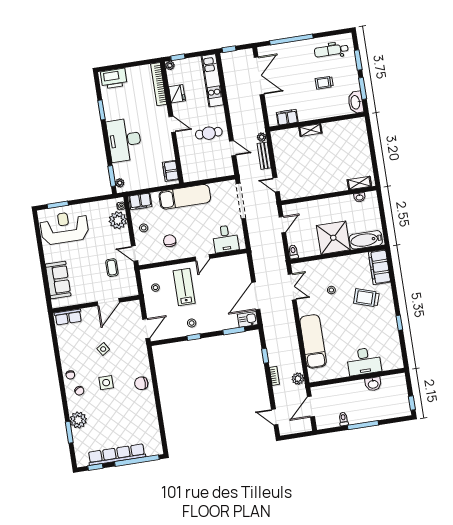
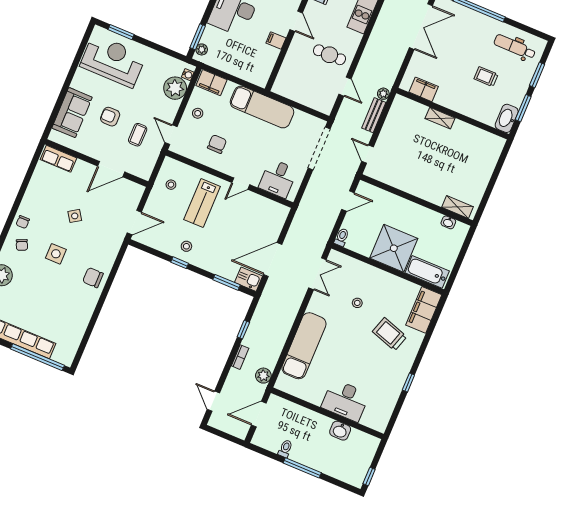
filing cabinet: (170, 171) -> (276, 40), moved, width x0.50
armchair: (86, 267) -> (110, 117), added
lab bench: (184, 287) -> (202, 203), turned 180

